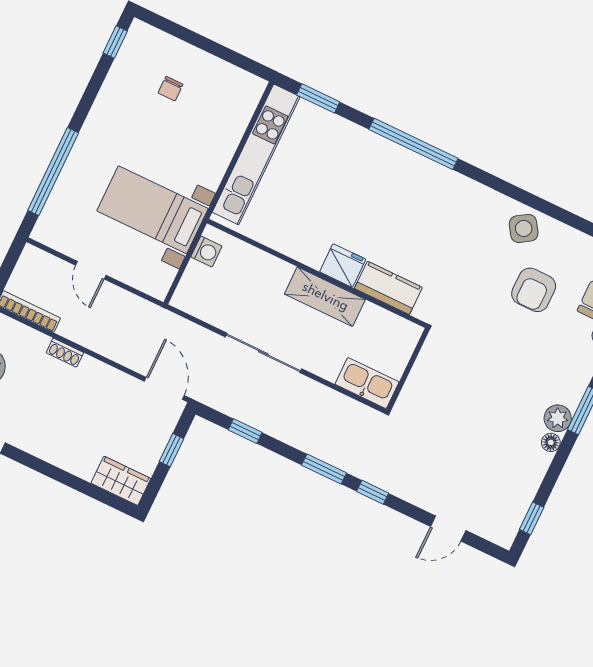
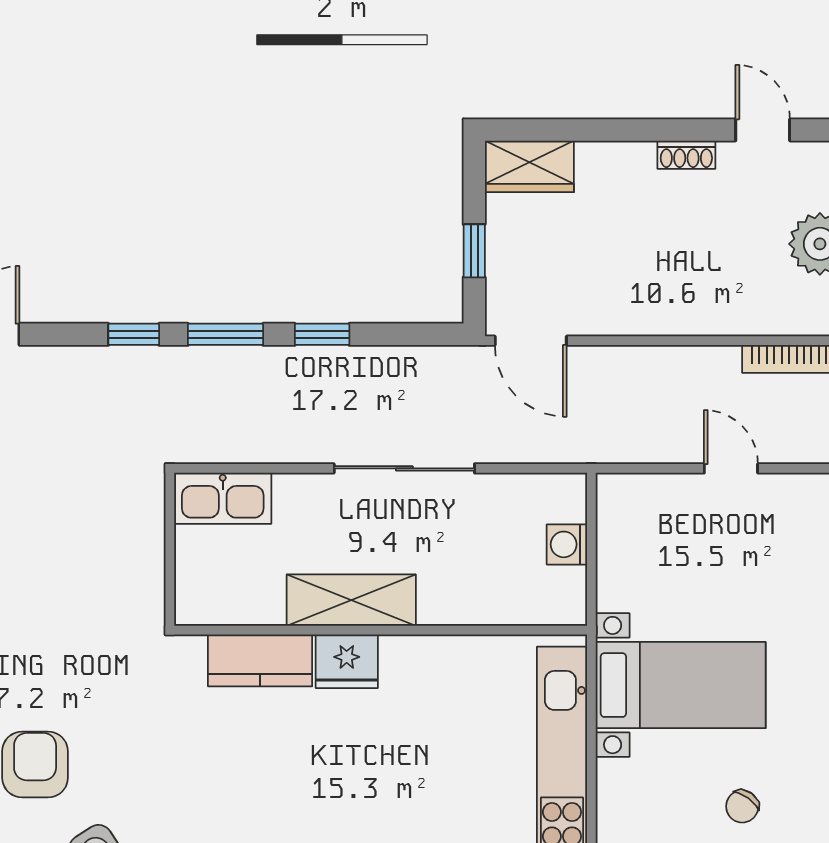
chair: (170, 89) -> (742, 806), turned -144
bed with nightstands: (152, 210) -> (681, 685), moved
washing machine: (206, 252) -> (567, 544), moved
shoe rack: (65, 353) -> (686, 155), moved, turned 180
window: (245, 431) -> (322, 334), moved

